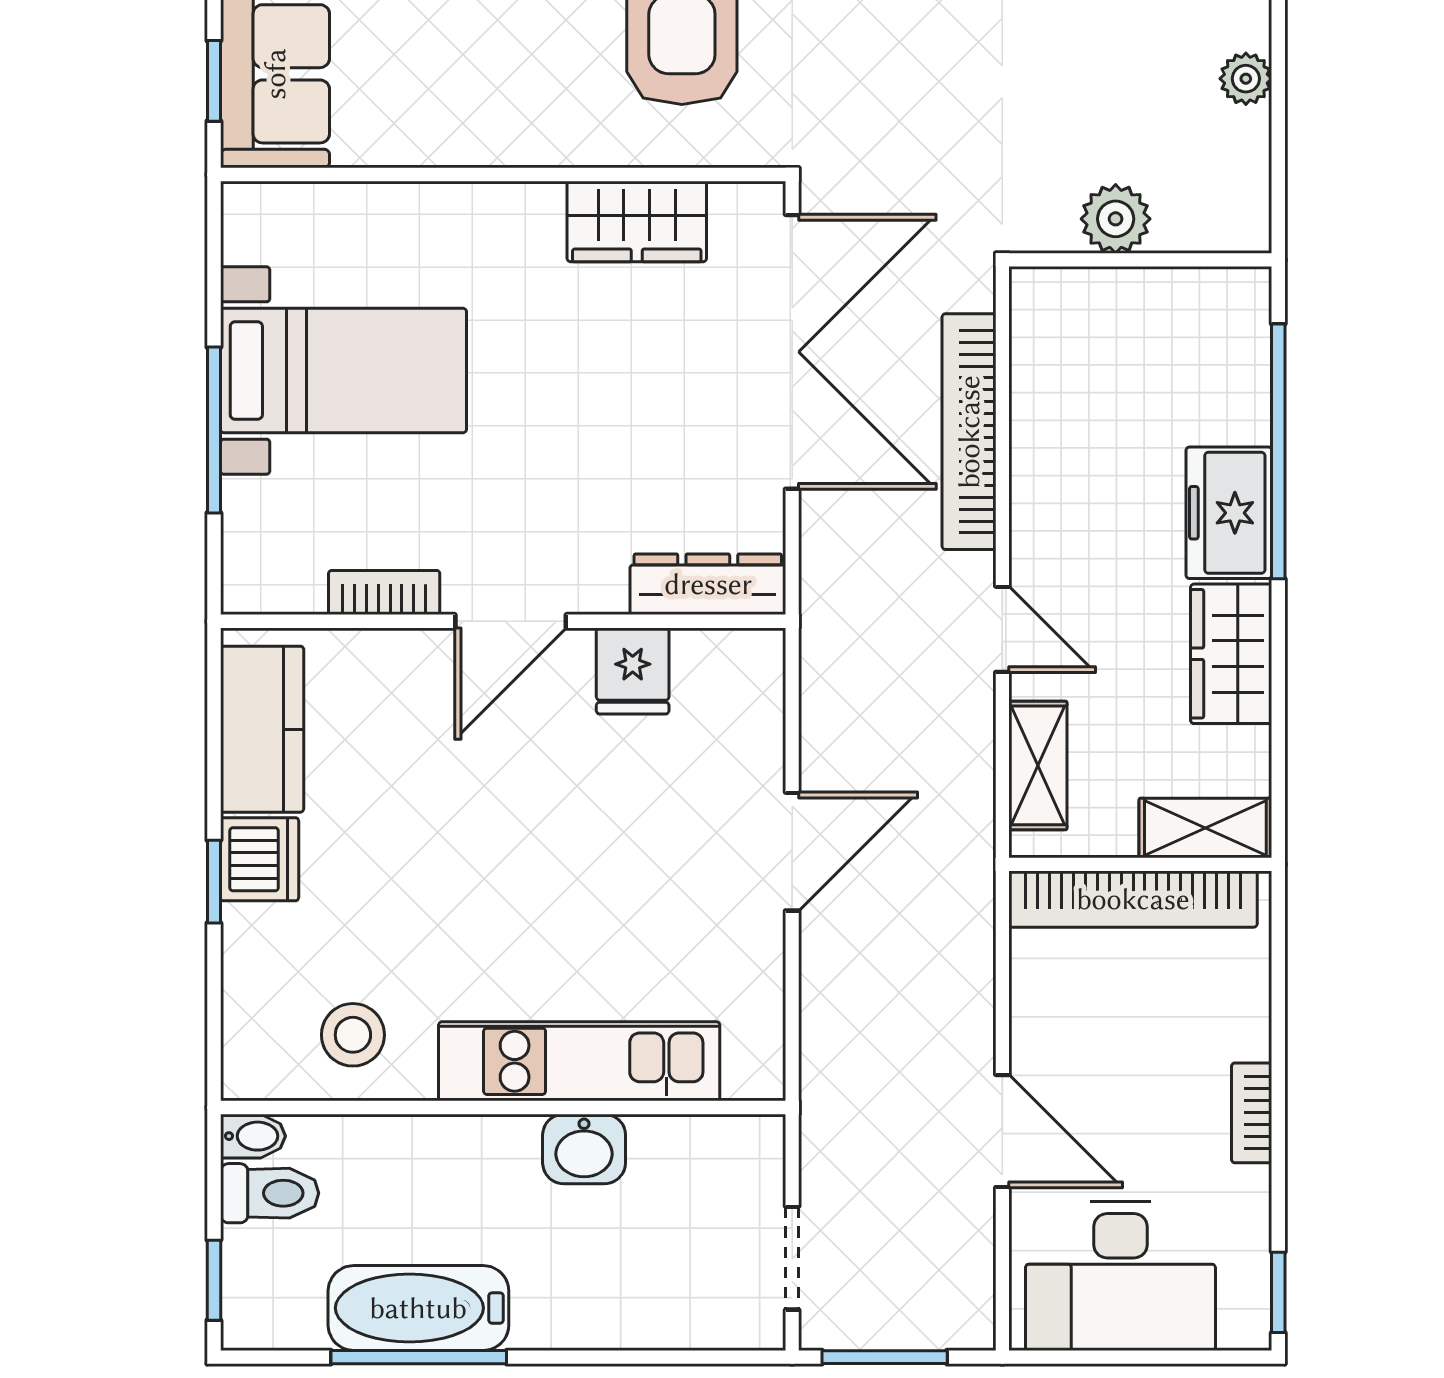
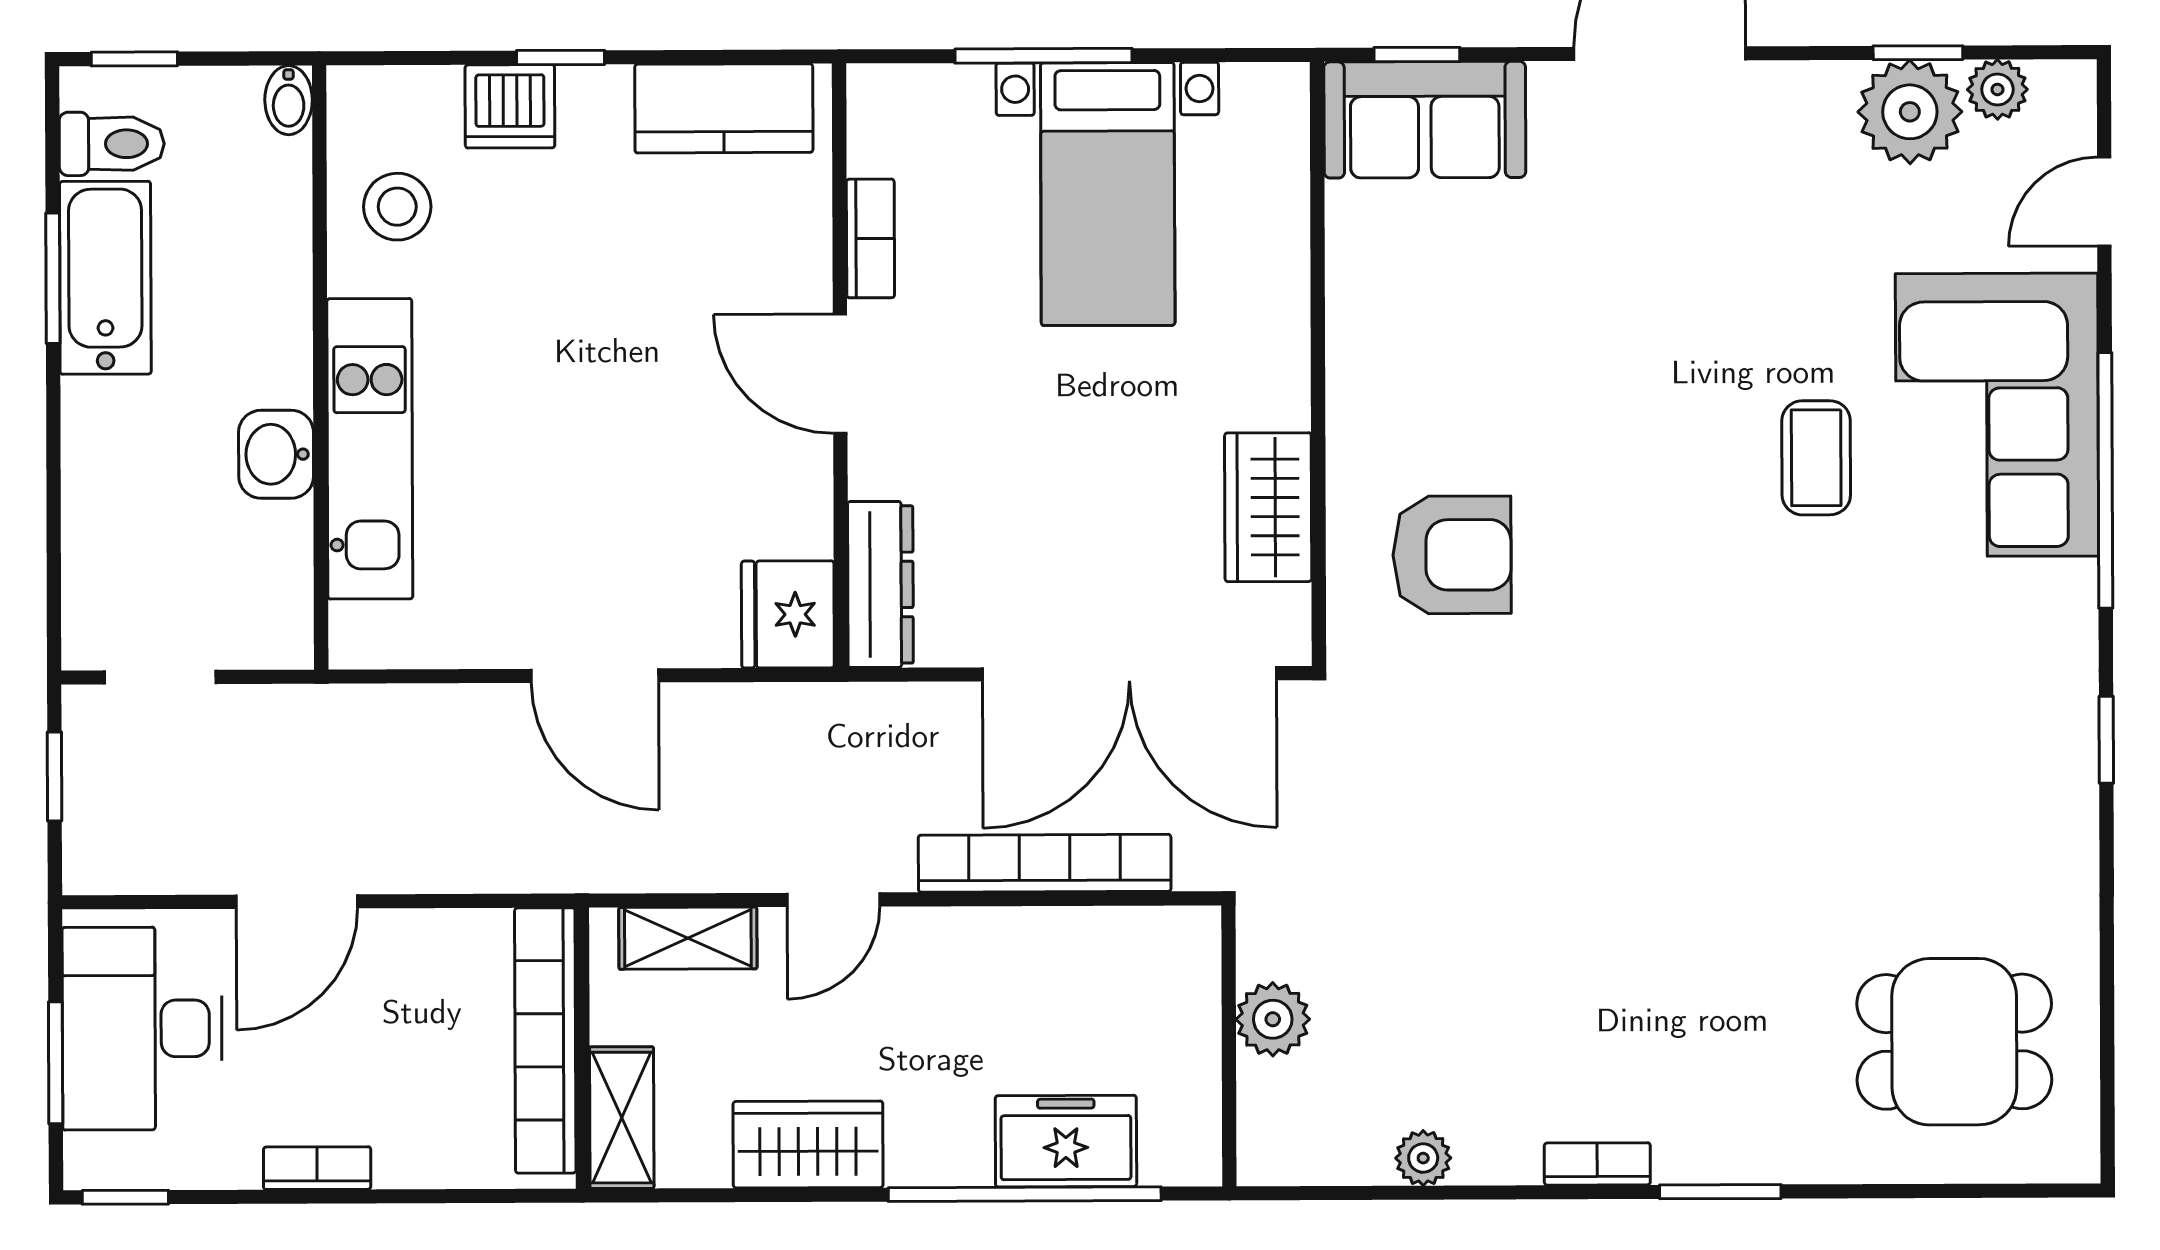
freezer: (1229, 513) -> (1066, 1141), moved
fridge: (633, 671) -> (788, 614), moved, width x1.38
dishwasher: (260, 859) -> (510, 106), moved
toilet: (270, 1193) -> (112, 144), moved, turned -90
window: (419, 1357) -> (53, 278), width x0.69
window: (885, 1357) -> (55, 776), width x0.67
window: (1152, 1357) -> (56, 1063), added

